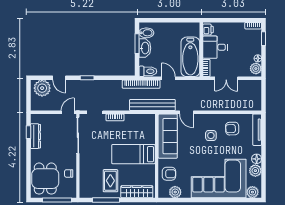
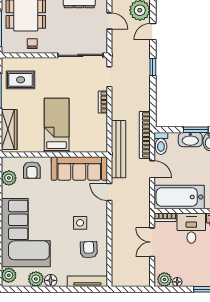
door: (168, 78) -> (152, 169), hinge flipped
door: (68, 112) -> (109, 21), moved
door: (186, 112) -> (109, 192), hinge flipped
rug: (110, 181) -> (21, 80), moved

